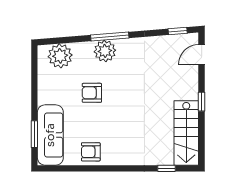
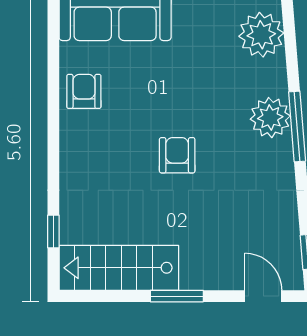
armchair: (92, 93) -> (177, 155), moved
window: (202, 102) -> (177, 296), width x1.50

